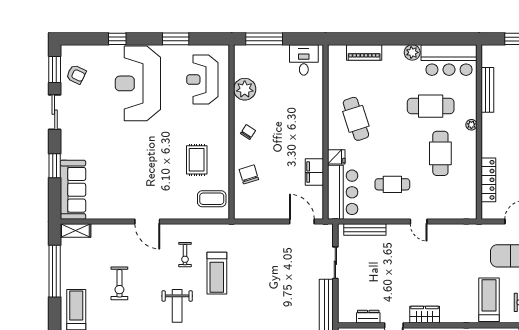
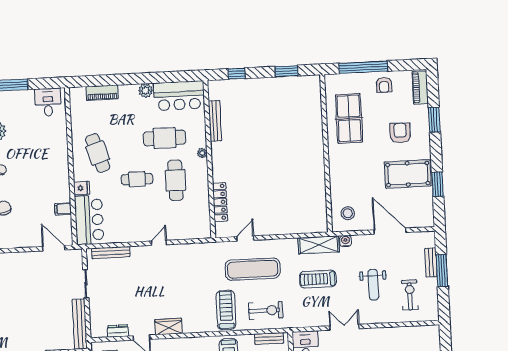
filing cabinet: (314, 172) -> (63, 209), width x0.50
cafe table: (392, 184) -> (137, 179), moved
door: (419, 222) -> (159, 243), swing flipped

